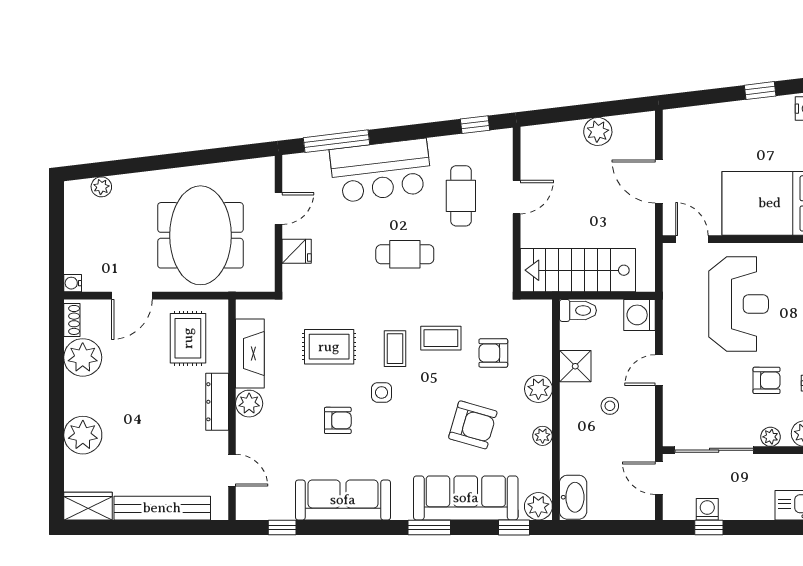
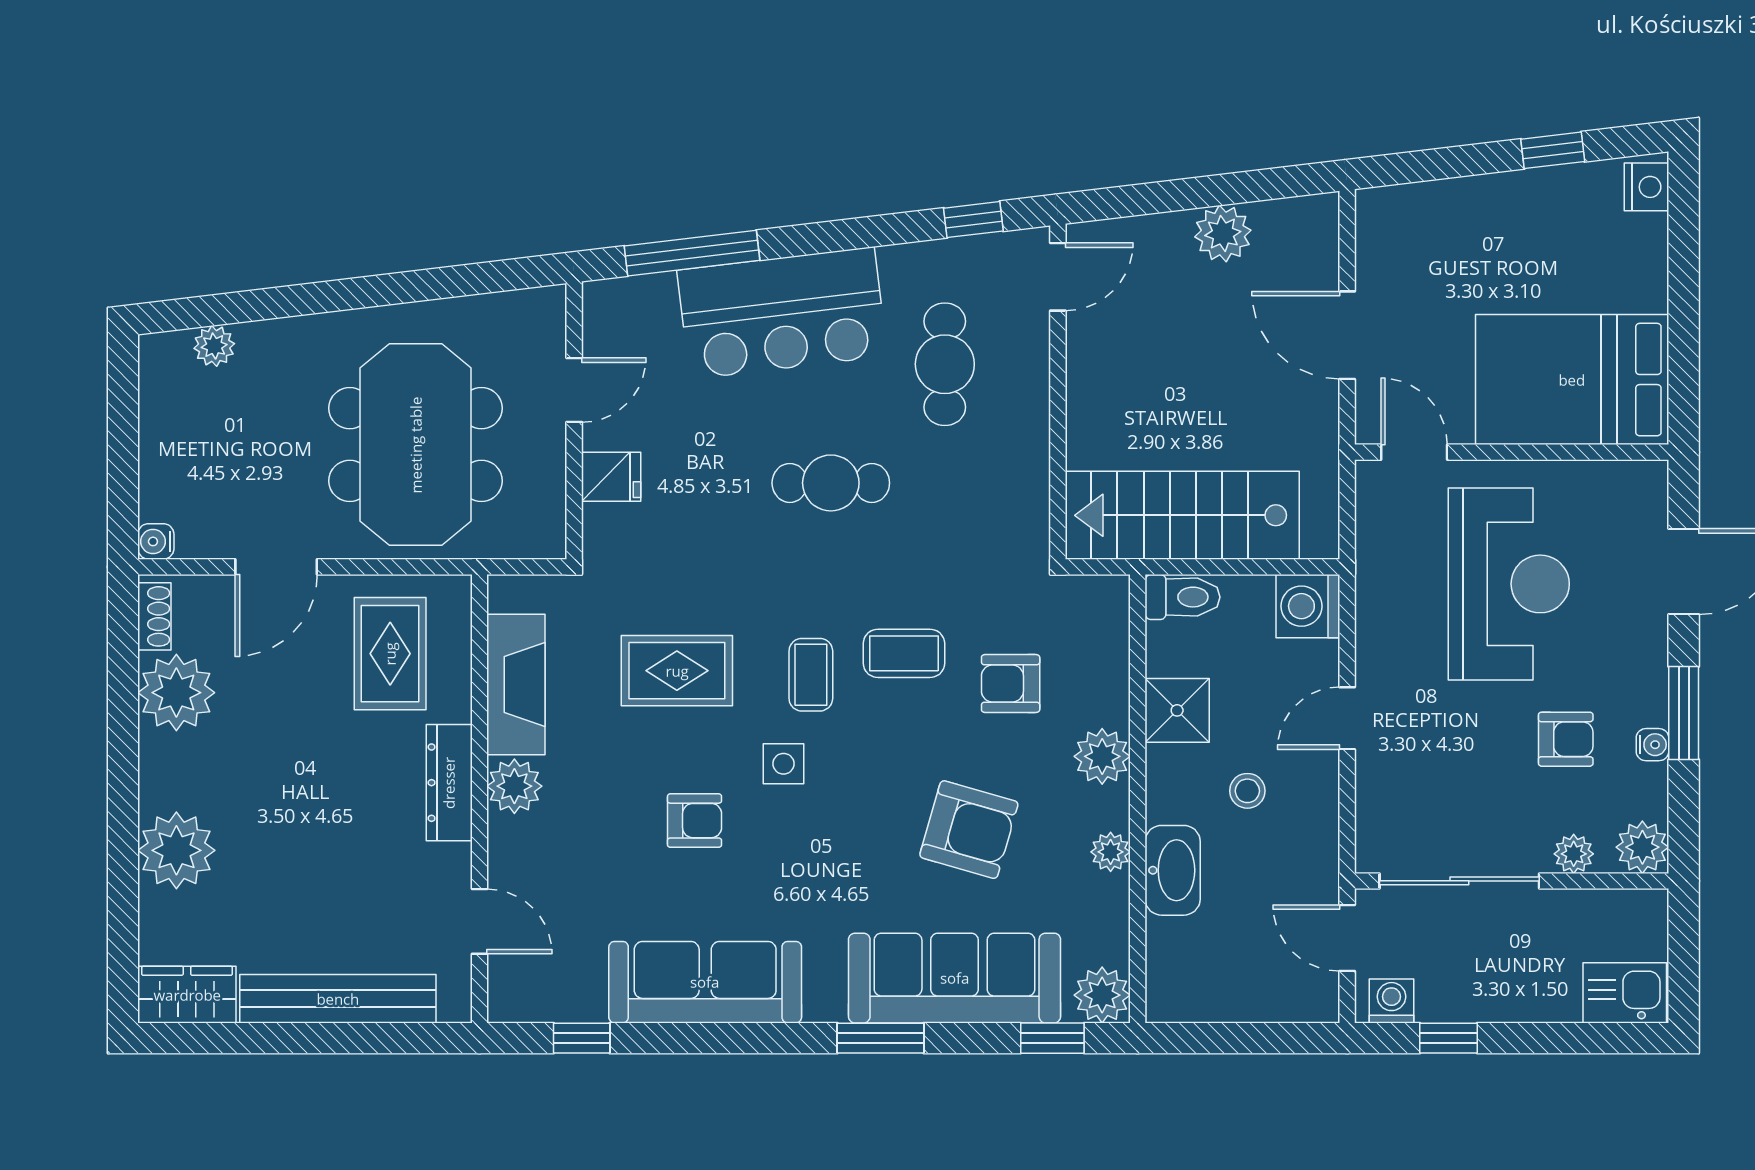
door: (517, 197) -> (1058, 277), moved
washbasin: (573, 497) -> (1173, 870), moved
washing machine: (707, 509) -> (1391, 1001), moved

